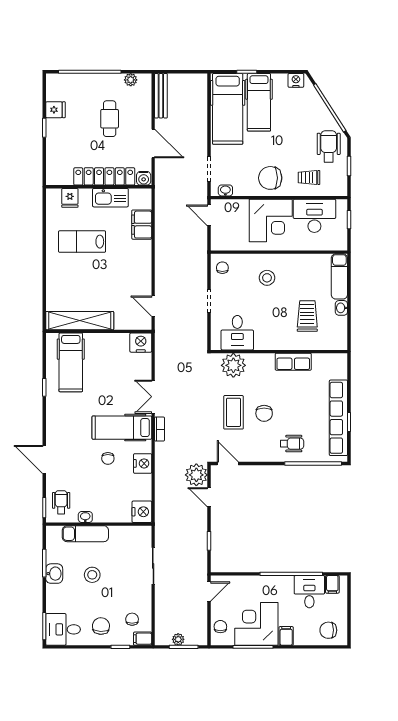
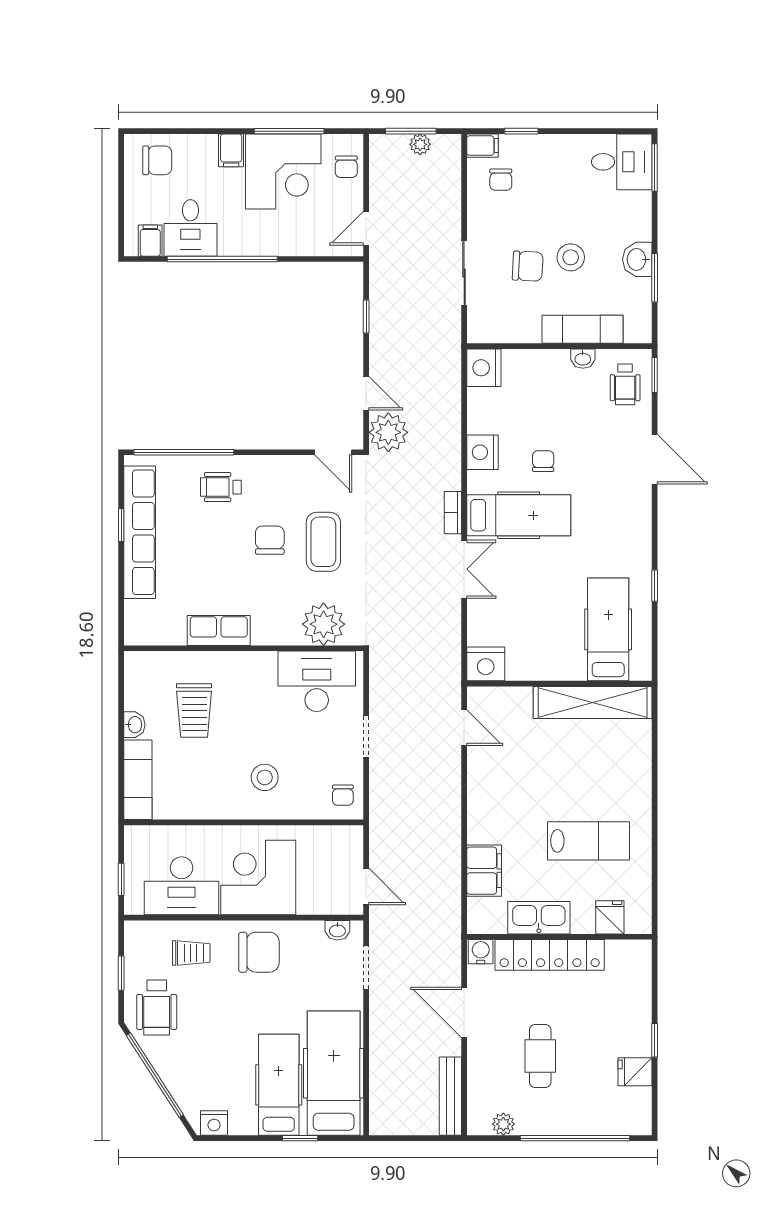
desk: (237, 333) -> (317, 681), width x1.37
chair: (101, 626) -> (528, 266), moved, turned -89

